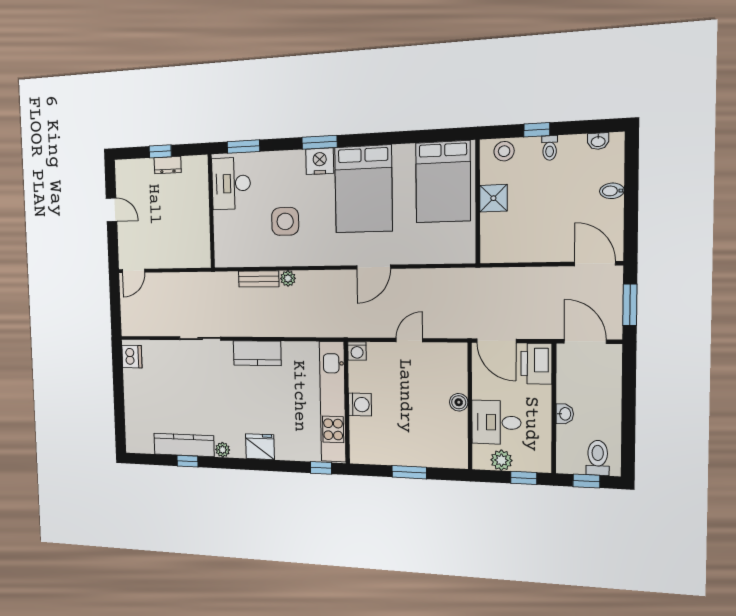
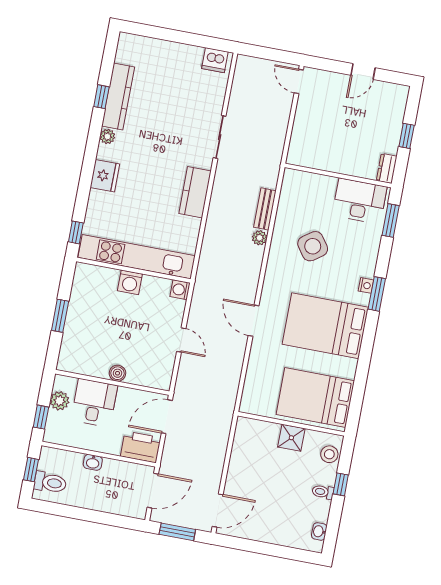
nightstand: (320, 161) -> (366, 285), width x0.53, depth x0.56
dresser: (168, 165) -> (387, 168), moved
bidet: (612, 191) -> (276, 535), removed
side table: (285, 221) -> (313, 246), turned -35

